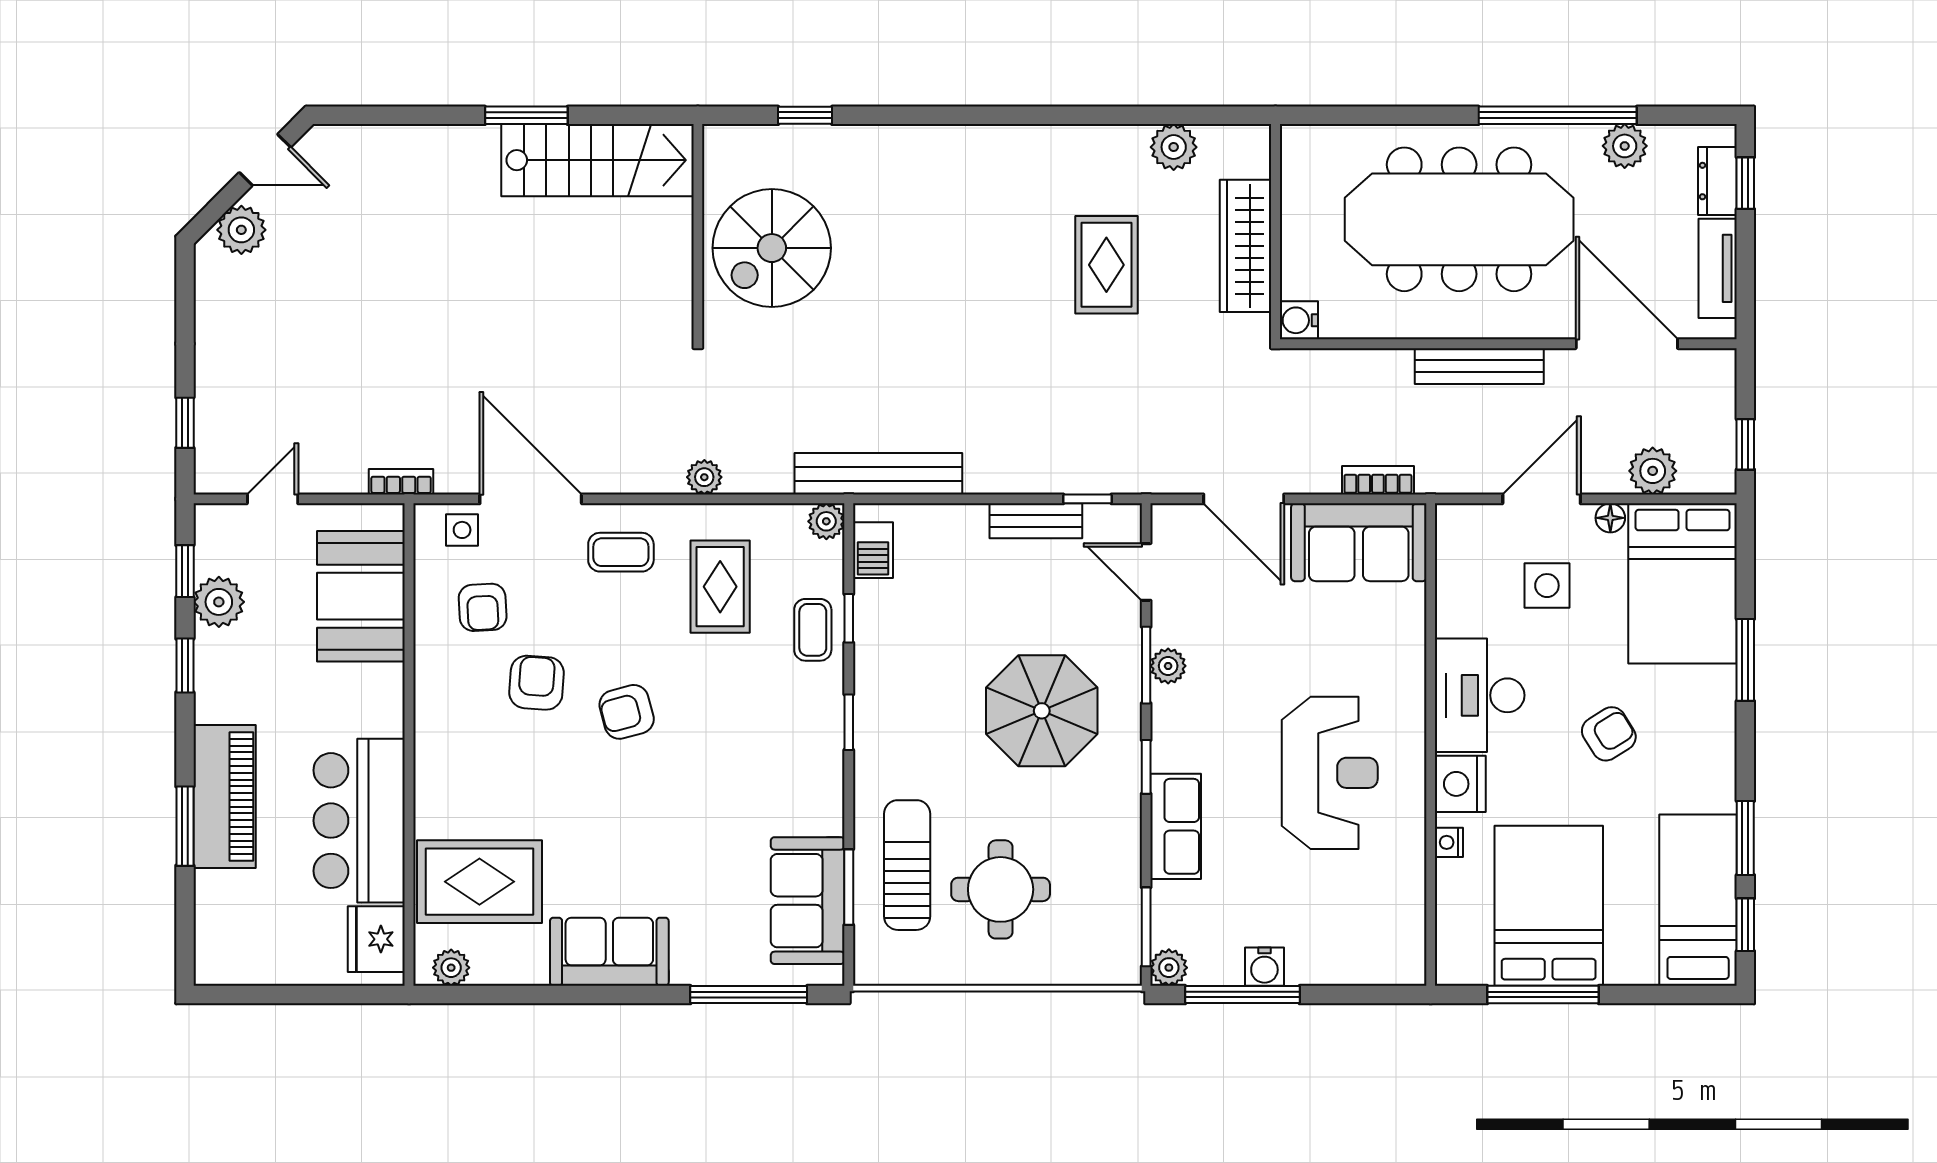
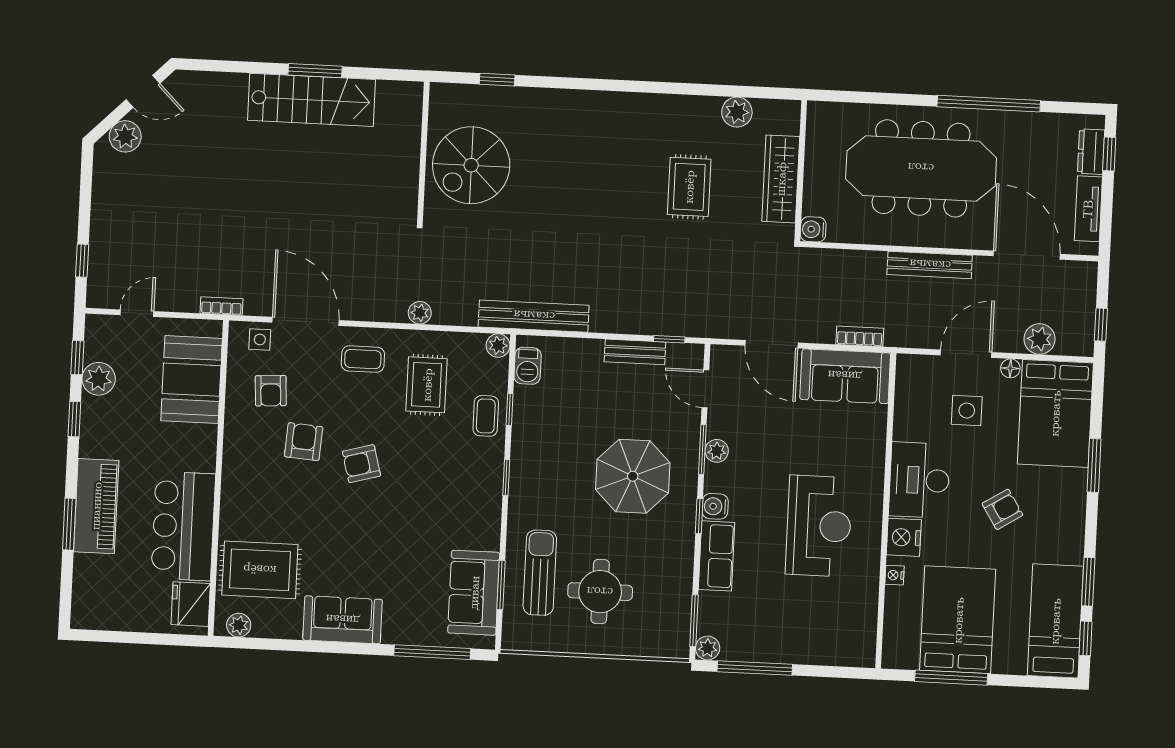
plant: (1625, 146) -> (1032, 126), removed
stairs: (597, 160) -> (312, 100), moved
water cooler: (1264, 967) -> (715, 506), moved, turned 90

